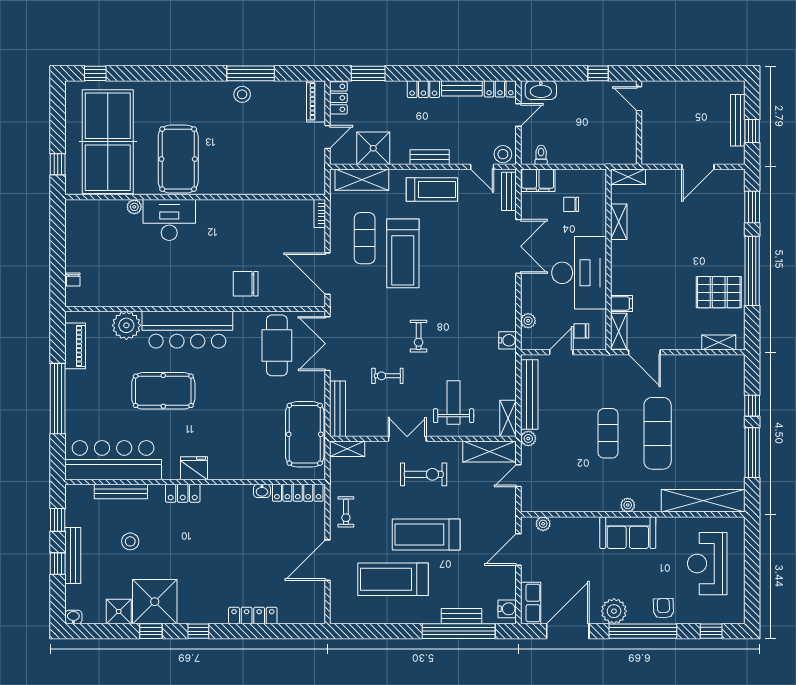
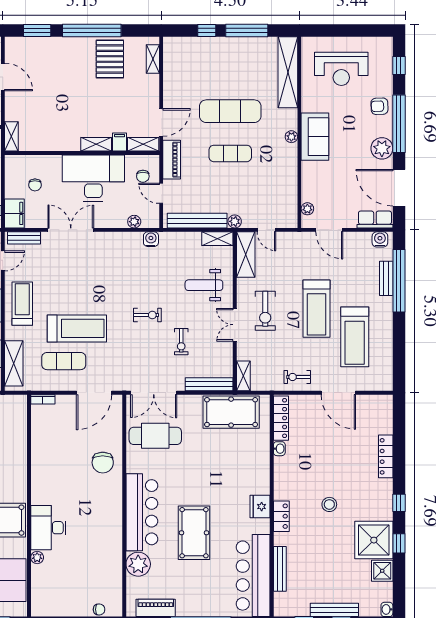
shelving: (619, 222) -> (96, 144), moved
piano: (601, 365) -> (172, 160), added
exercise bike: (424, 474) -> (265, 311), turned 180
exercise bike: (346, 512) -> (297, 377), turned 180
stool: (130, 541) -> (329, 504), moved

